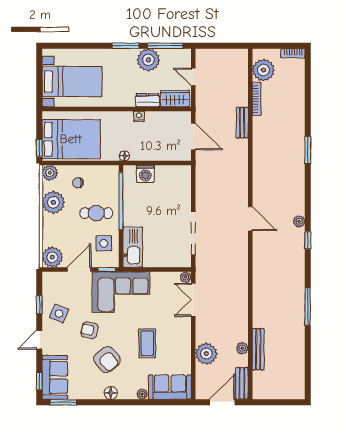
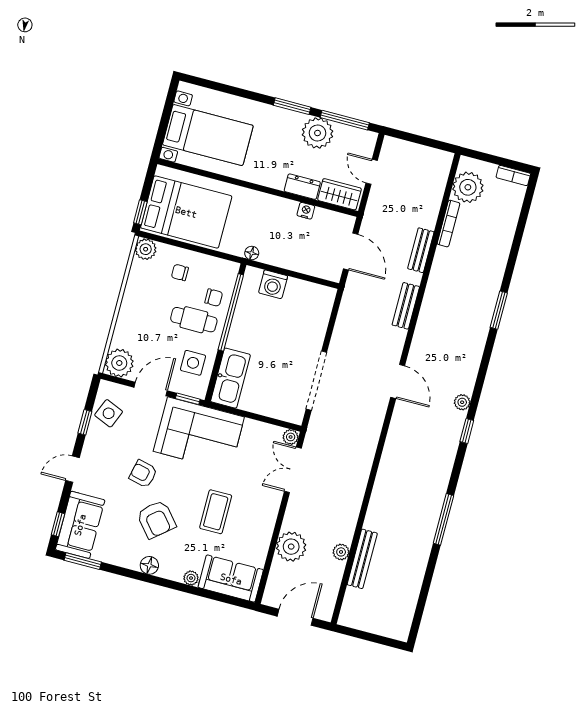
nightstand: (139, 116) -> (306, 211), moved
chair: (106, 194) -> (214, 298), added
plant: (53, 202) -> (140, 290), removed
side table: (59, 313) -> (109, 413), moved
bench: (242, 383) -> (406, 306), moved

